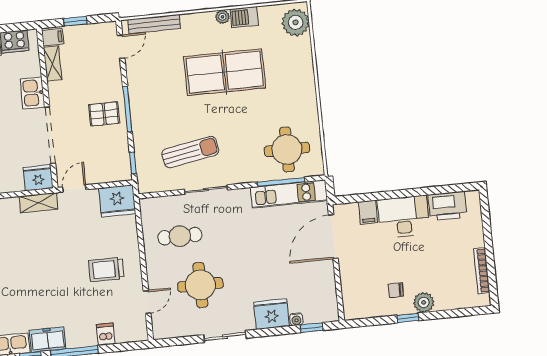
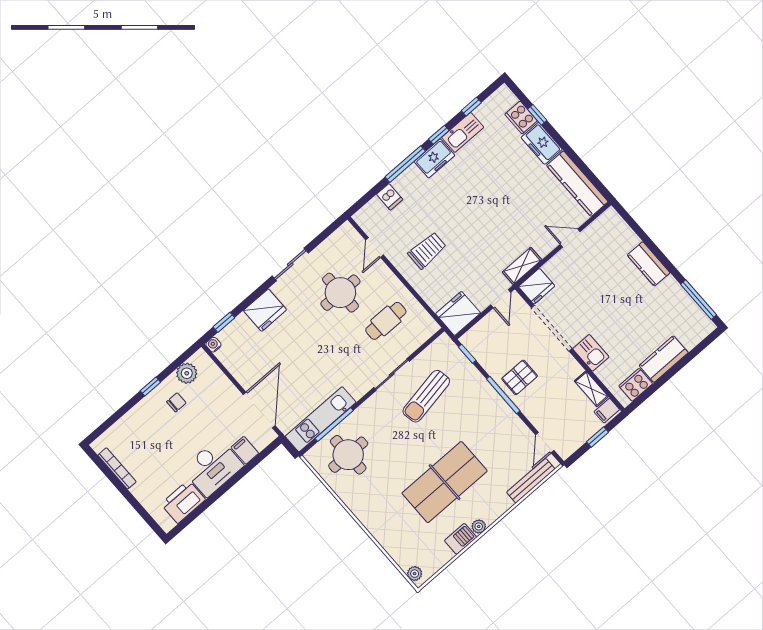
plant: (296, 22) -> (415, 574), width x0.53, depth x0.53
plant: (424, 302) -> (187, 373), moved
water cooler: (296, 319) -> (213, 345), moved

